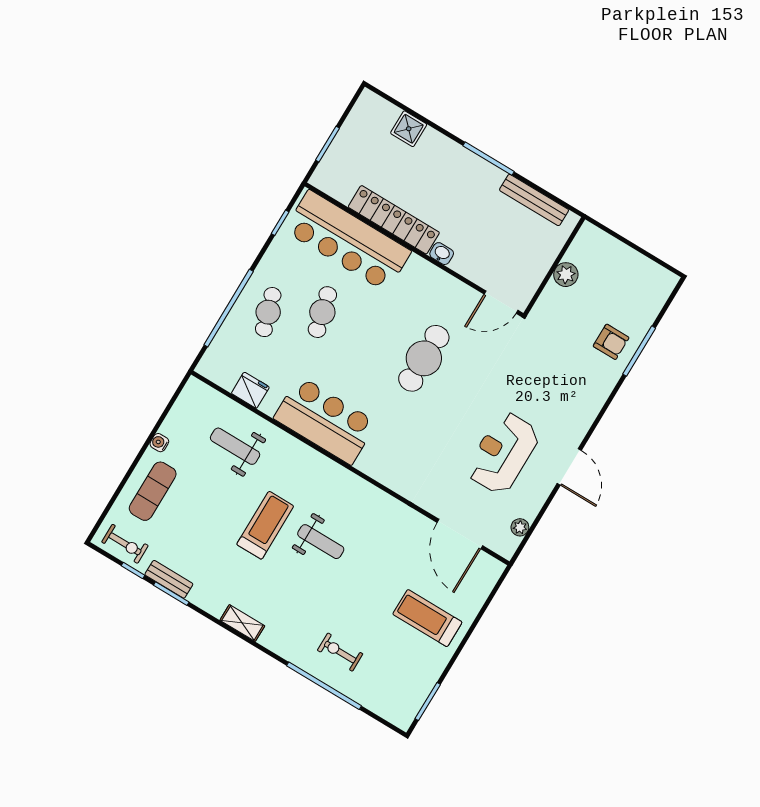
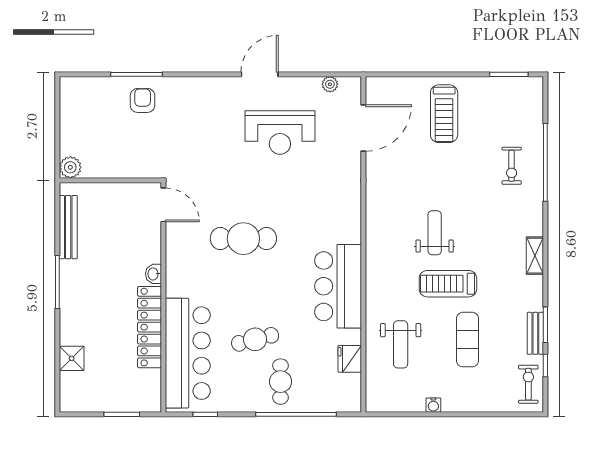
plant: (566, 275) -> (70, 167), moved
cafe table: (268, 312) -> (281, 382), turned -73
exercise mat: (153, 491) -> (468, 340), moved, turned 90

